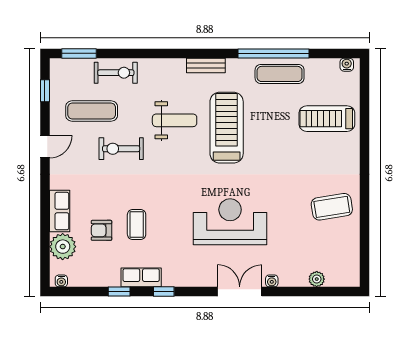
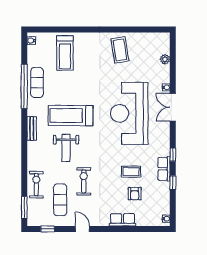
weight bench: (175, 120) -> (66, 148), turned 180
exercise bike: (121, 149) -> (84, 181), turned 180
reception desk: (230, 222) -> (129, 113), width x1.36, depth x1.30
plant: (63, 247) -> (145, 218), removed

